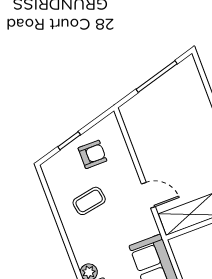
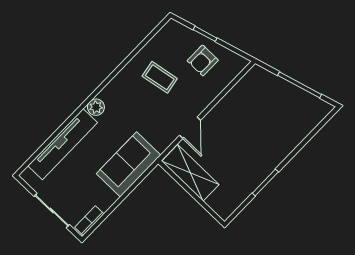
armchair: (92, 154) -> (203, 60), turned 90

